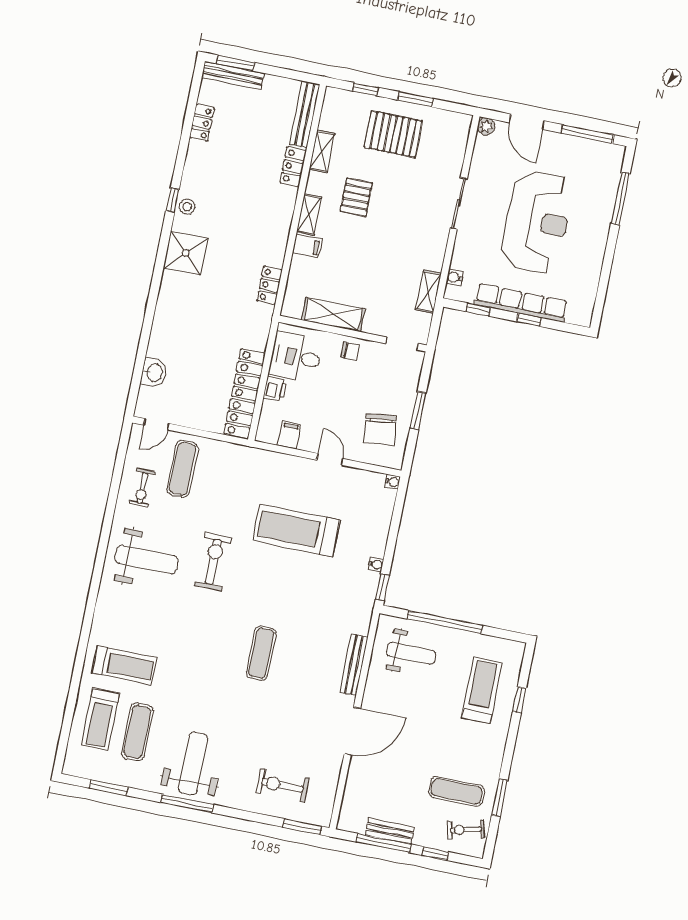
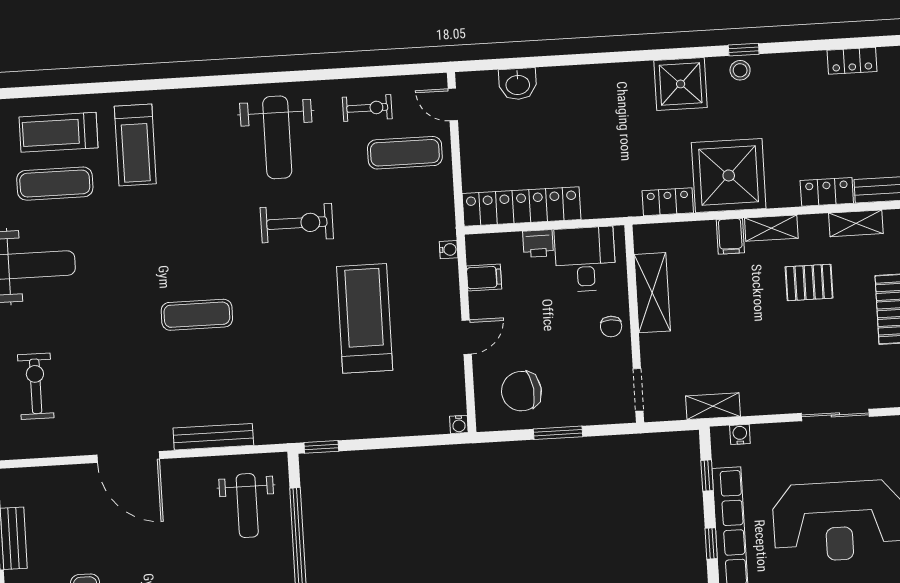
shower: (262, 235) -> (729, 175), added
exercise bike: (142, 488) -> (367, 108), turned 180
water cooler: (376, 564) -> (449, 250), moved, turned -90

